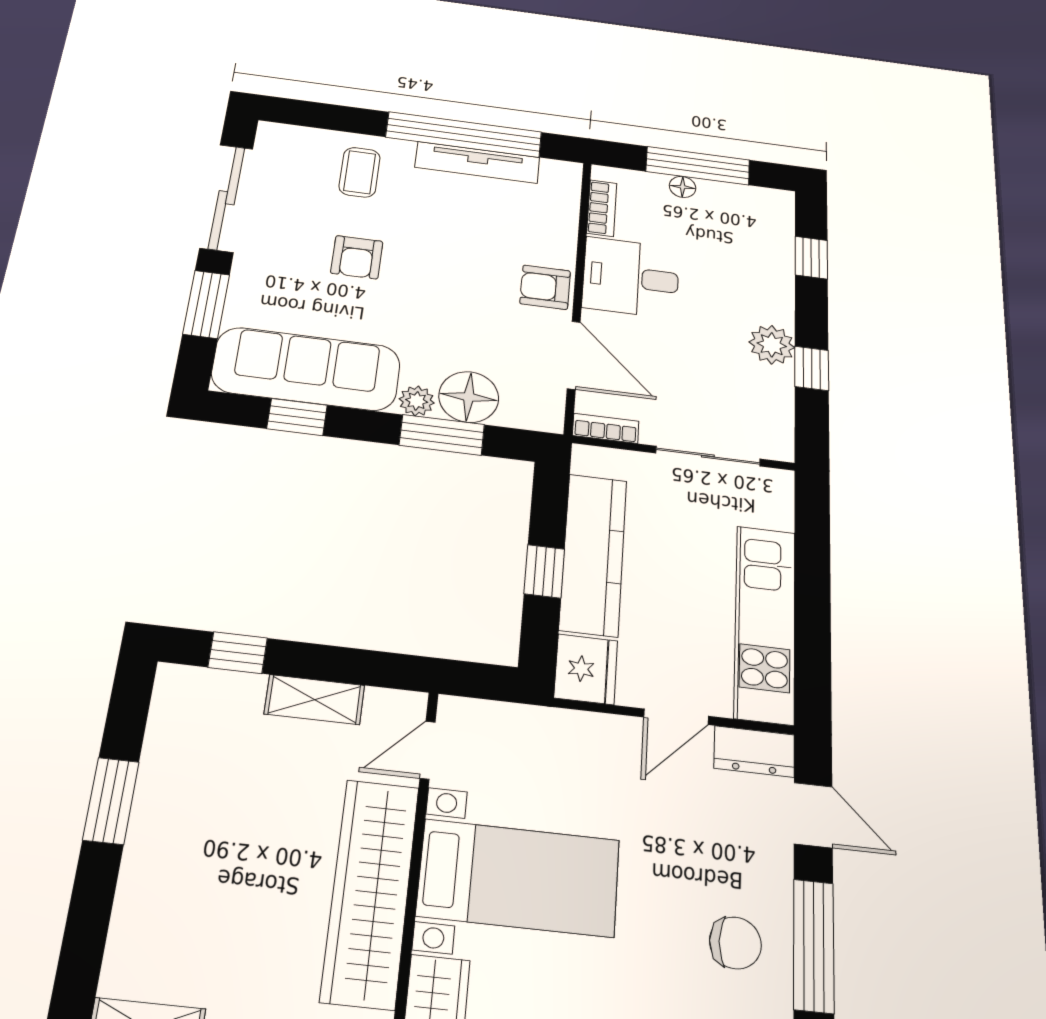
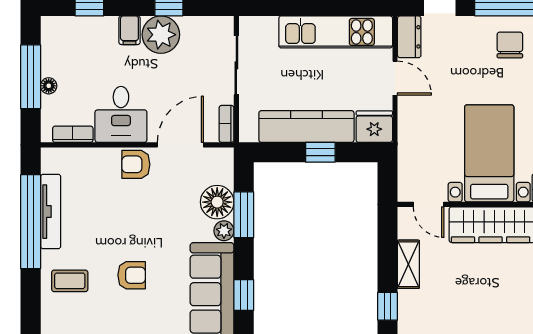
armchair: (545, 287) -> (136, 164), turned 90
filing cabinet: (771, 307) -> (129, 30), added
plant: (772, 345) -> (161, 35), width x1.36, depth x1.36

